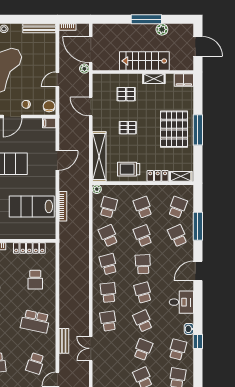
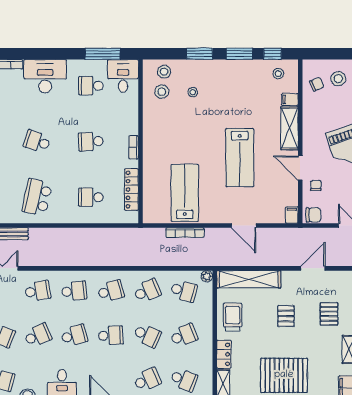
school desk: (143, 236) -> (147, 335), turned 45

